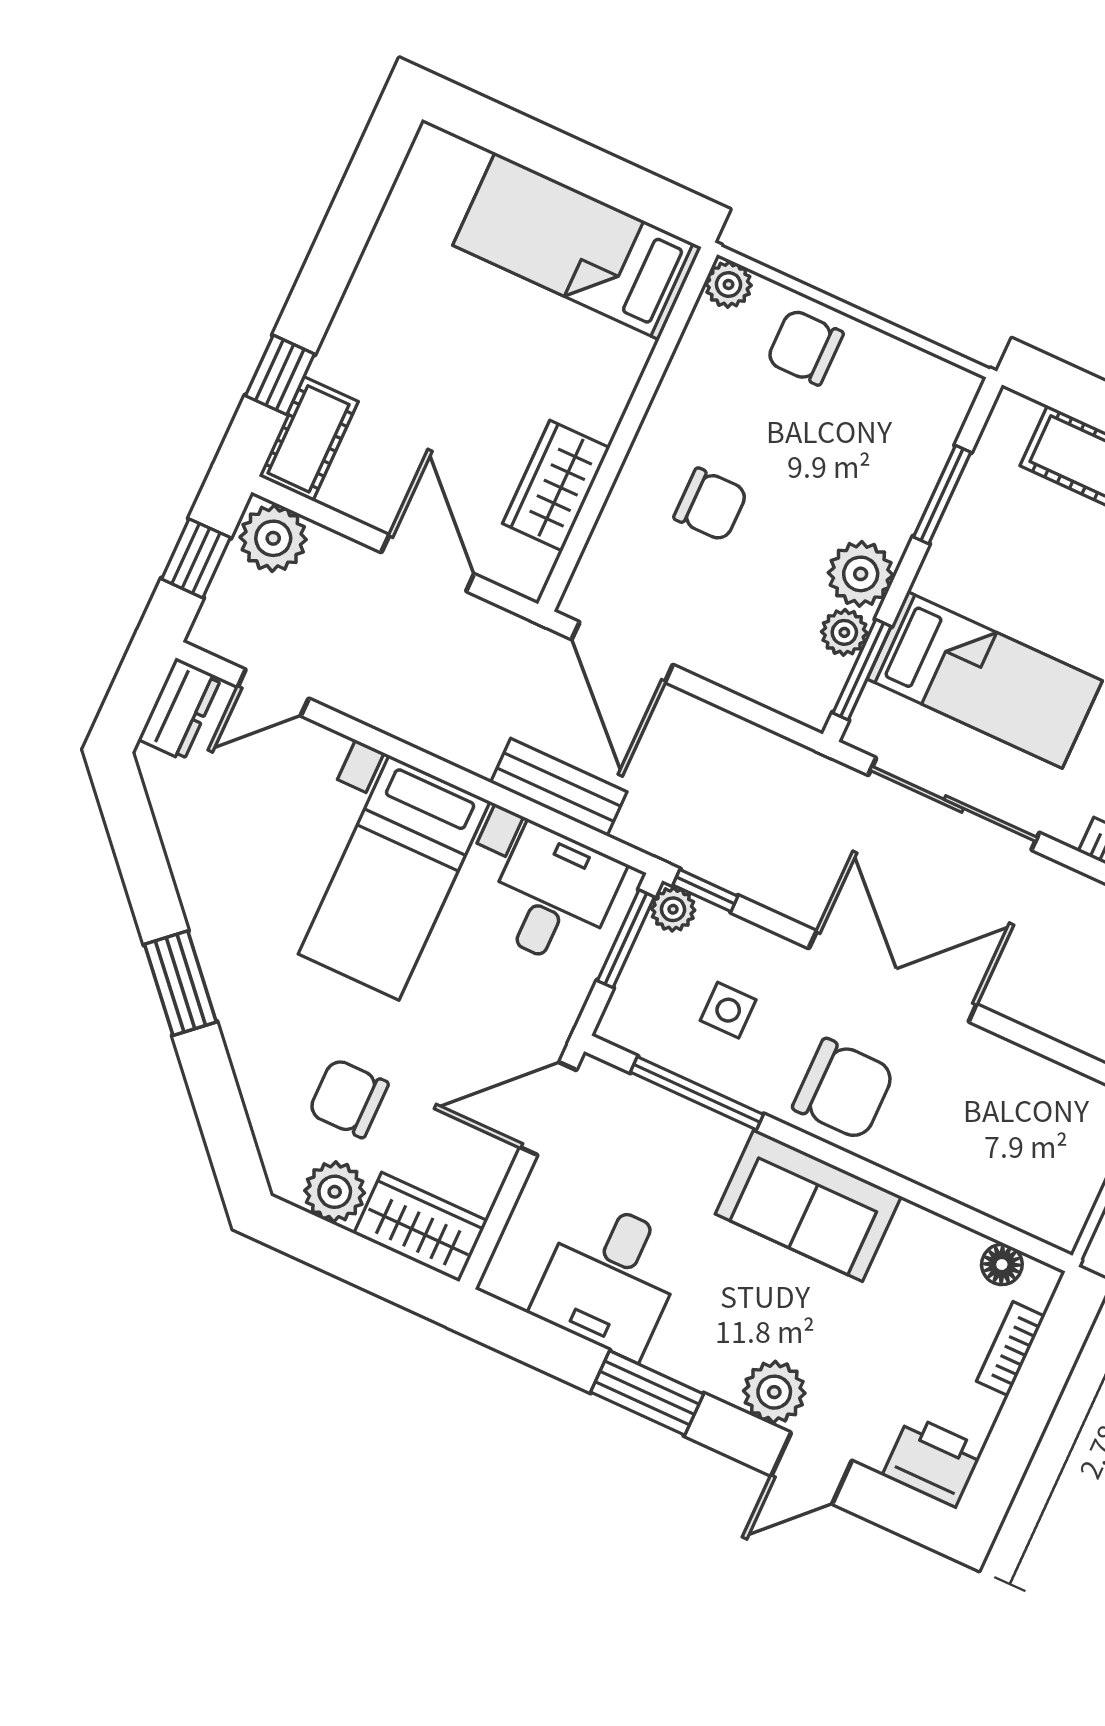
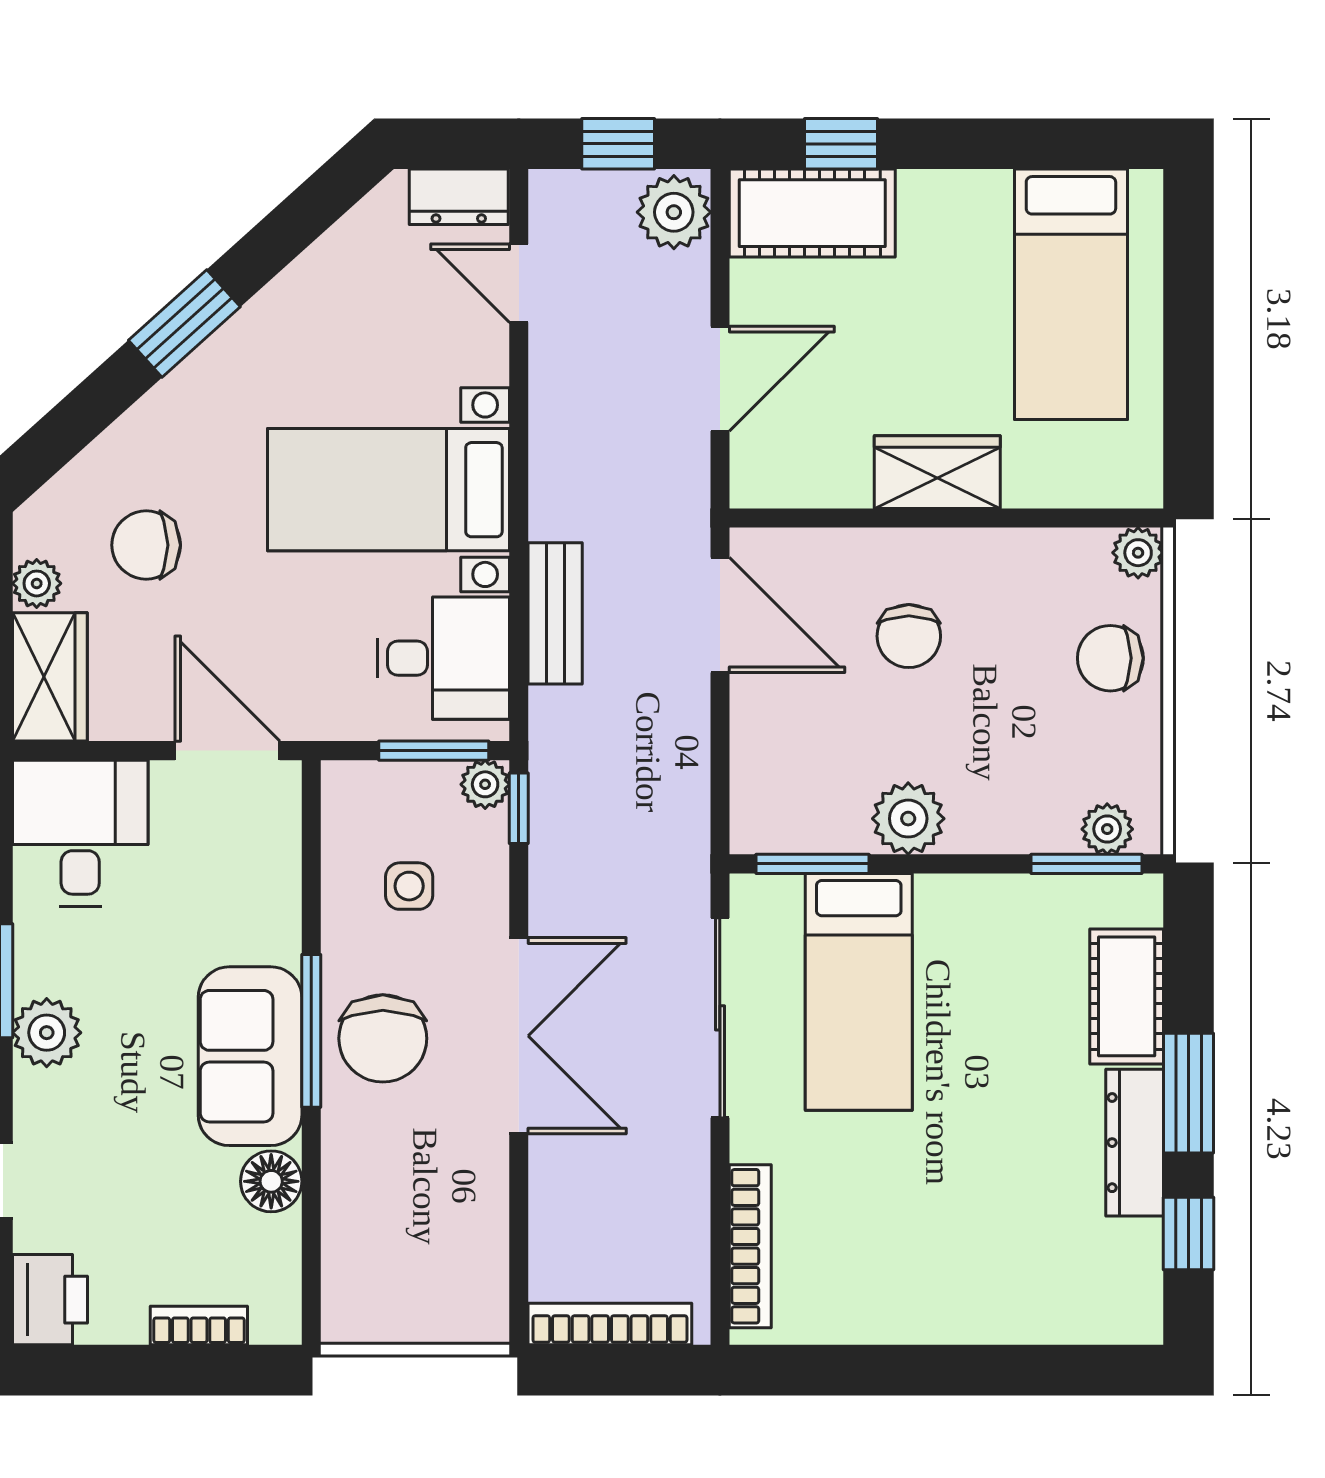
bed: (577, 246) -> (1071, 294), moved, turned 180
chair: (805, 347) -> (1110, 658), turned -90
cot: (308, 439) -> (812, 213), width x1.37, depth x1.34
wardrobe: (556, 486) -> (937, 472), moved
window: (942, 495) -> (1087, 864), moved
plant: (844, 632) -> (1107, 829), moved
door: (622, 652) -> (720, 615), swing flipped
window: (697, 1093) -> (311, 1031), moved
chair: (348, 1098) -> (146, 545), turned -90
plant: (335, 1192) -> (37, 583), width x0.73, depth x0.73
floor lamp: (1002, 1265) -> (271, 1181), moved, width x1.37, depth x1.37
desk: (610, 1278) -> (80, 833), moved, turned 90
plant: (774, 1392) -> (47, 1033), moved

